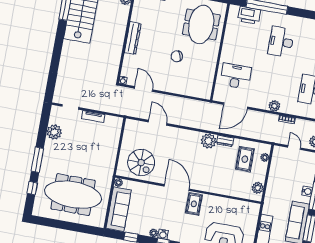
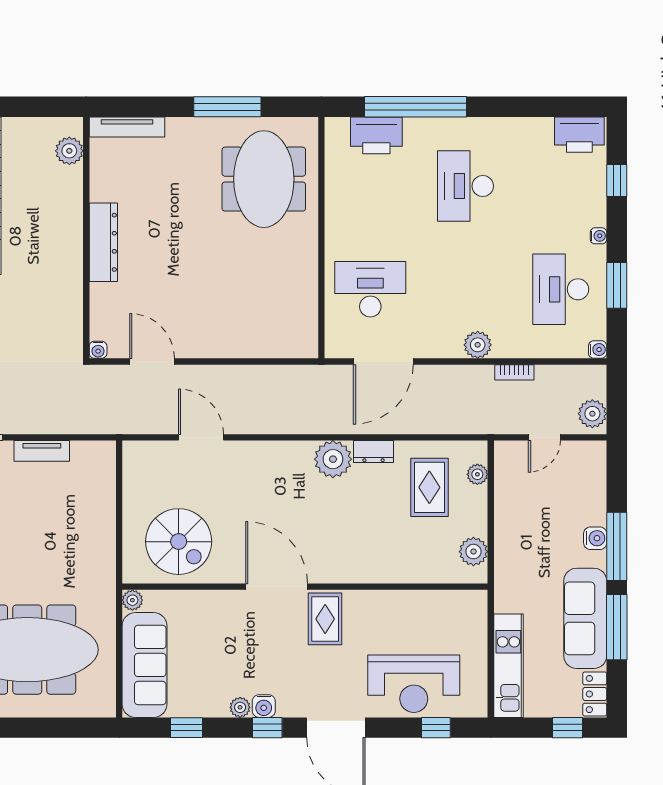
chair: (177, 56) -> (219, 267), removed
door: (294, 148) -> (544, 437), swing flipped

